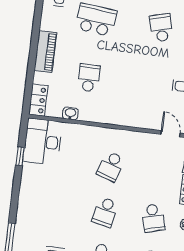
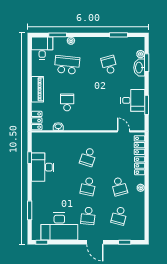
desk: (43, 142) -> (43, 167), moved

